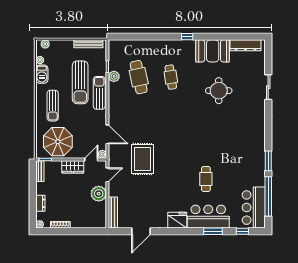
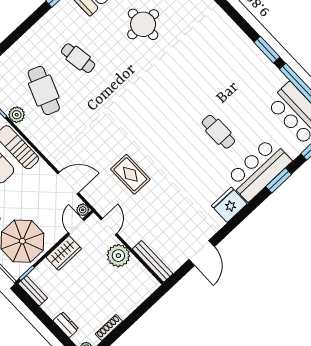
cafe table: (139, 77) -> (44, 91), turned 33
rug: (142, 159) -> (130, 174), width x0.73, depth x0.70

